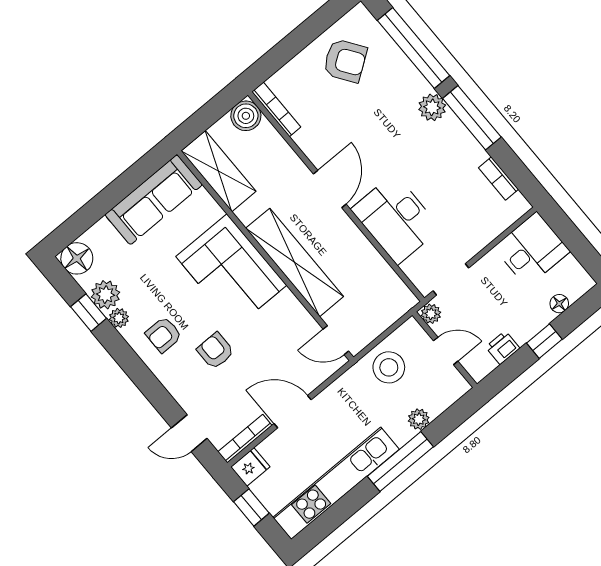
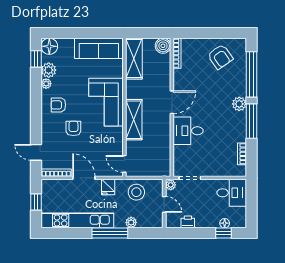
desk: (396, 219) -> (188, 131), width x0.73
shelving: (295, 262) -> (134, 120), width x0.68
window: (88, 313) -> (36, 59), moved
window: (544, 341) -> (223, 233), moved
fridge: (250, 467) -> (108, 187), moved, turned 90

